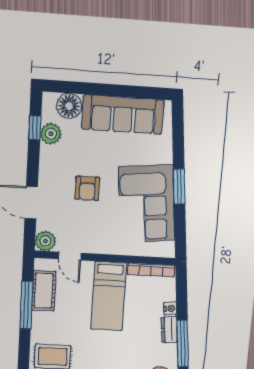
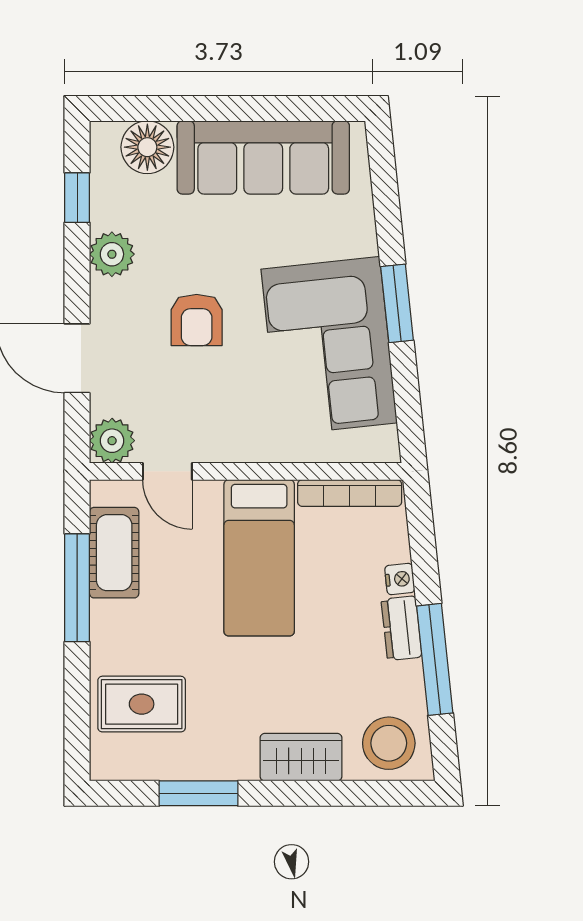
plant: (51, 134) -> (112, 254), moved

